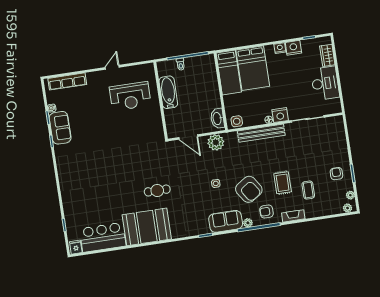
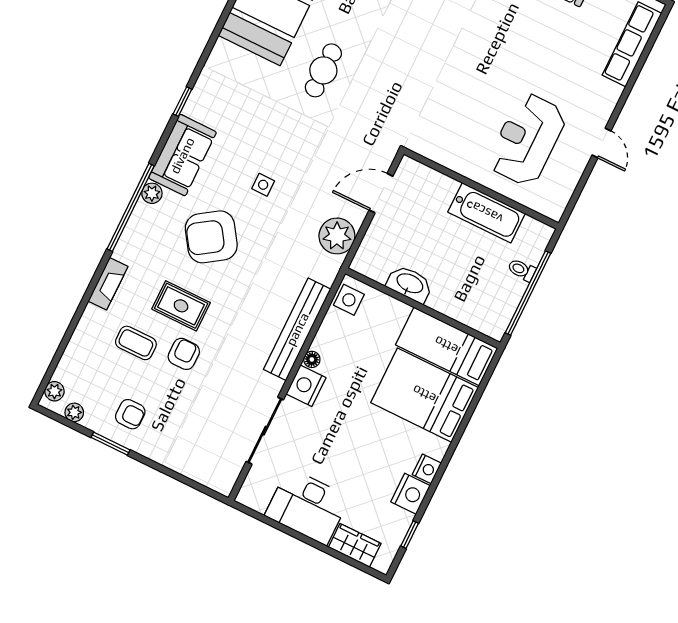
washbasin: (217, 118) -> (410, 284), moved
armchair: (267, 212) -> (184, 354), moved

